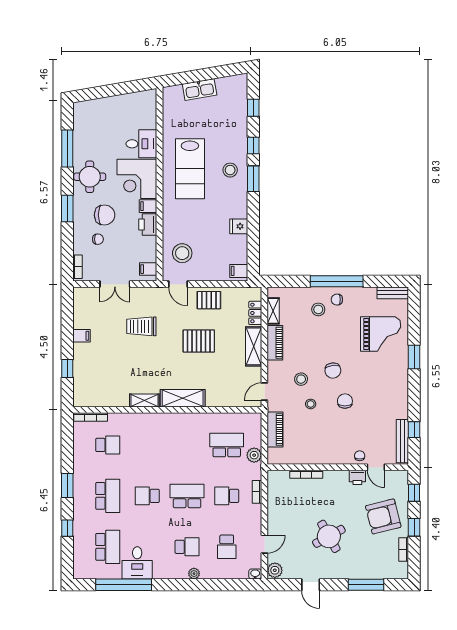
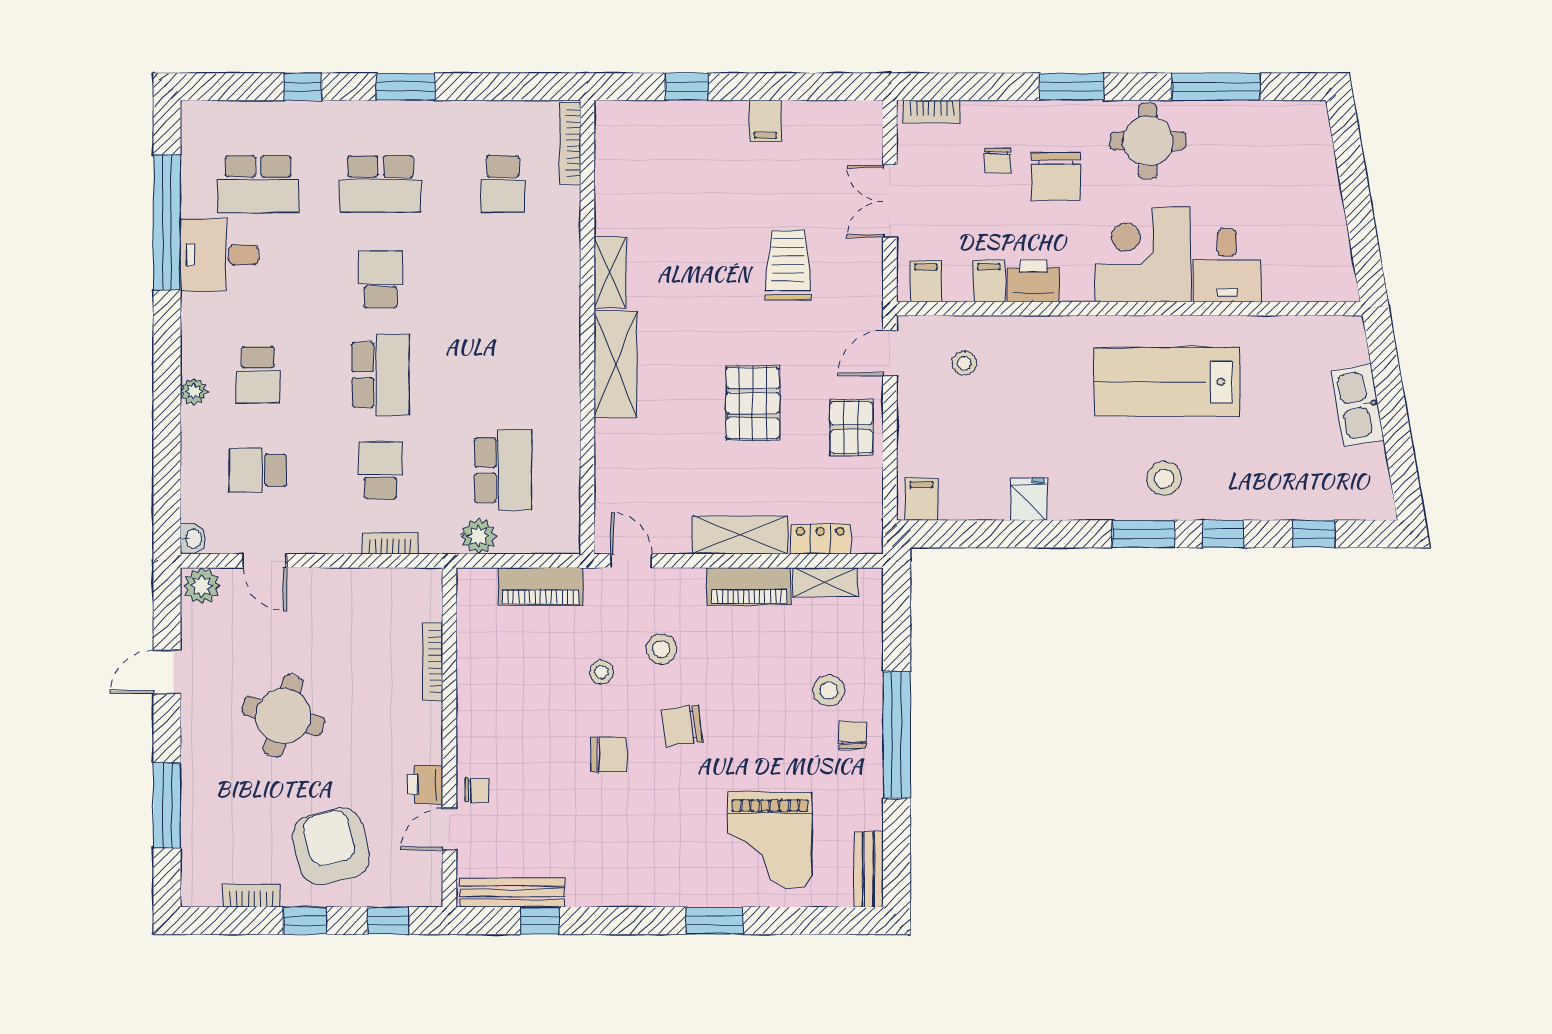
filing cabinet: (148, 206) -> (989, 281), moved
stool: (182, 253) -> (964, 363), width x0.53, depth x0.53
round table: (329, 536) -> (283, 716), turned 45

